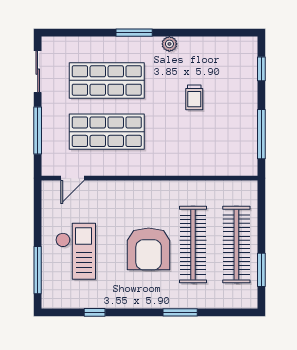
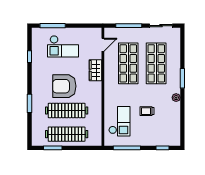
checkout: (213, 148) -> (119, 121), added
door: (72, 178) -> (103, 45), swing flipped
wardrobe: (119, 192) -> (95, 70), added

